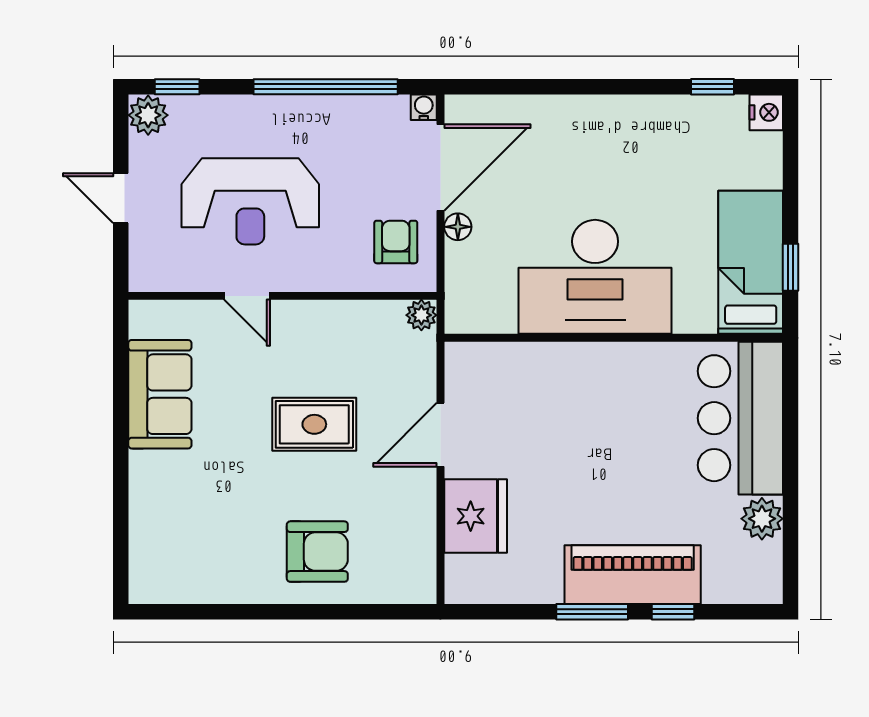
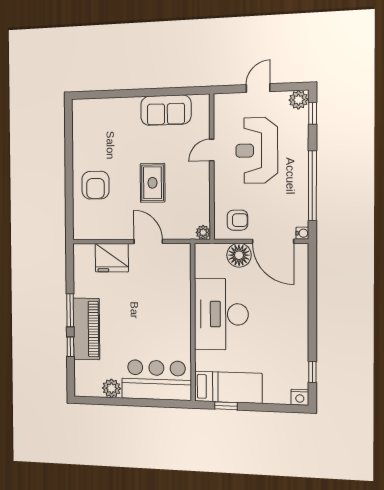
floor lamp: (458, 227) -> (239, 255), width x1.89, depth x1.89

